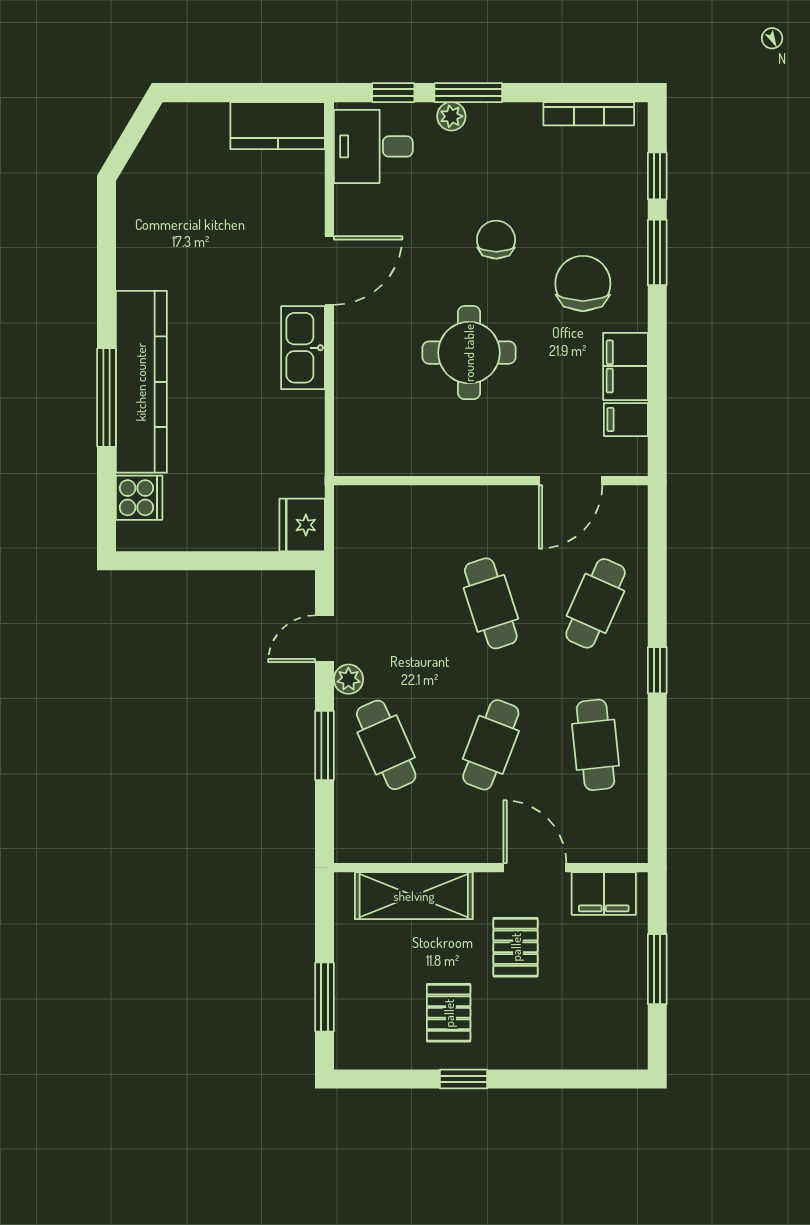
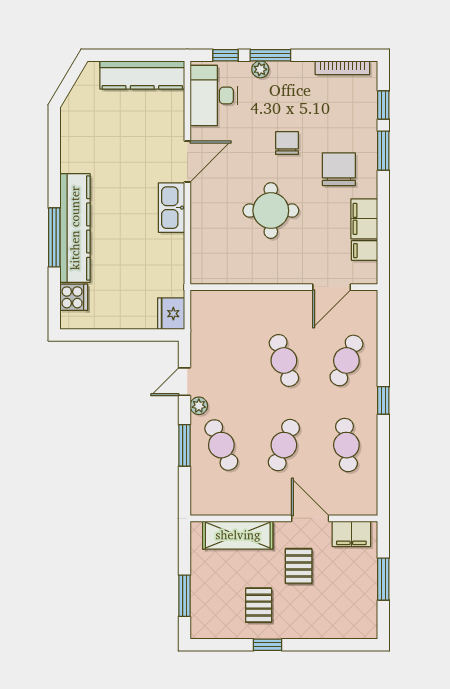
kitchen counter: (278, 126) -> (142, 75), width x1.50
desk: (373, 146) -> (214, 95), width x1.37

